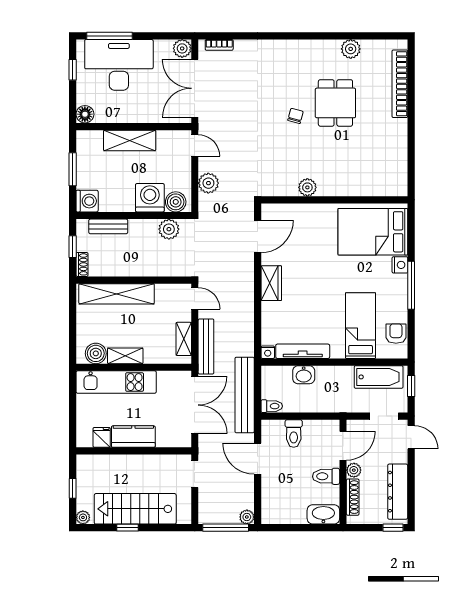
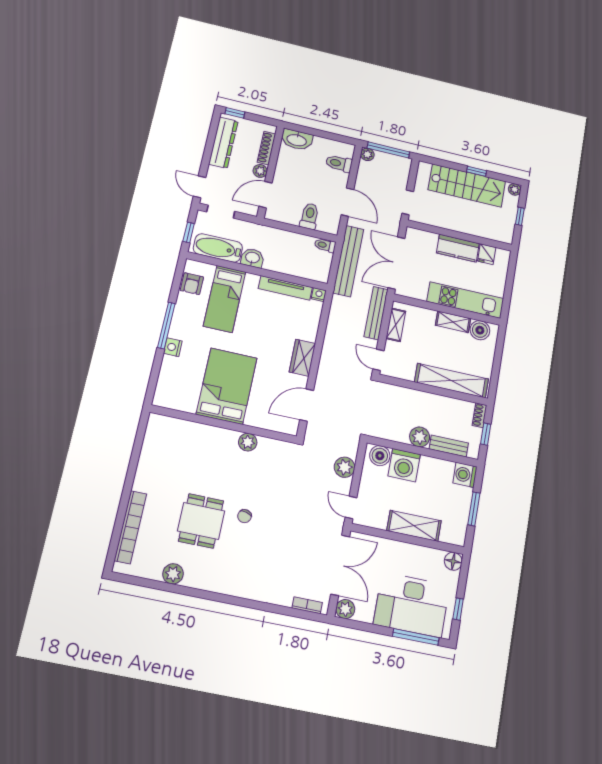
plant: (169, 229) -> (420, 437), moved
bed: (373, 232) -> (227, 386), moved, turned -90
washbasin: (304, 375) -> (252, 258), moved
toilet: (326, 476) -> (339, 163), moved, turned 180

